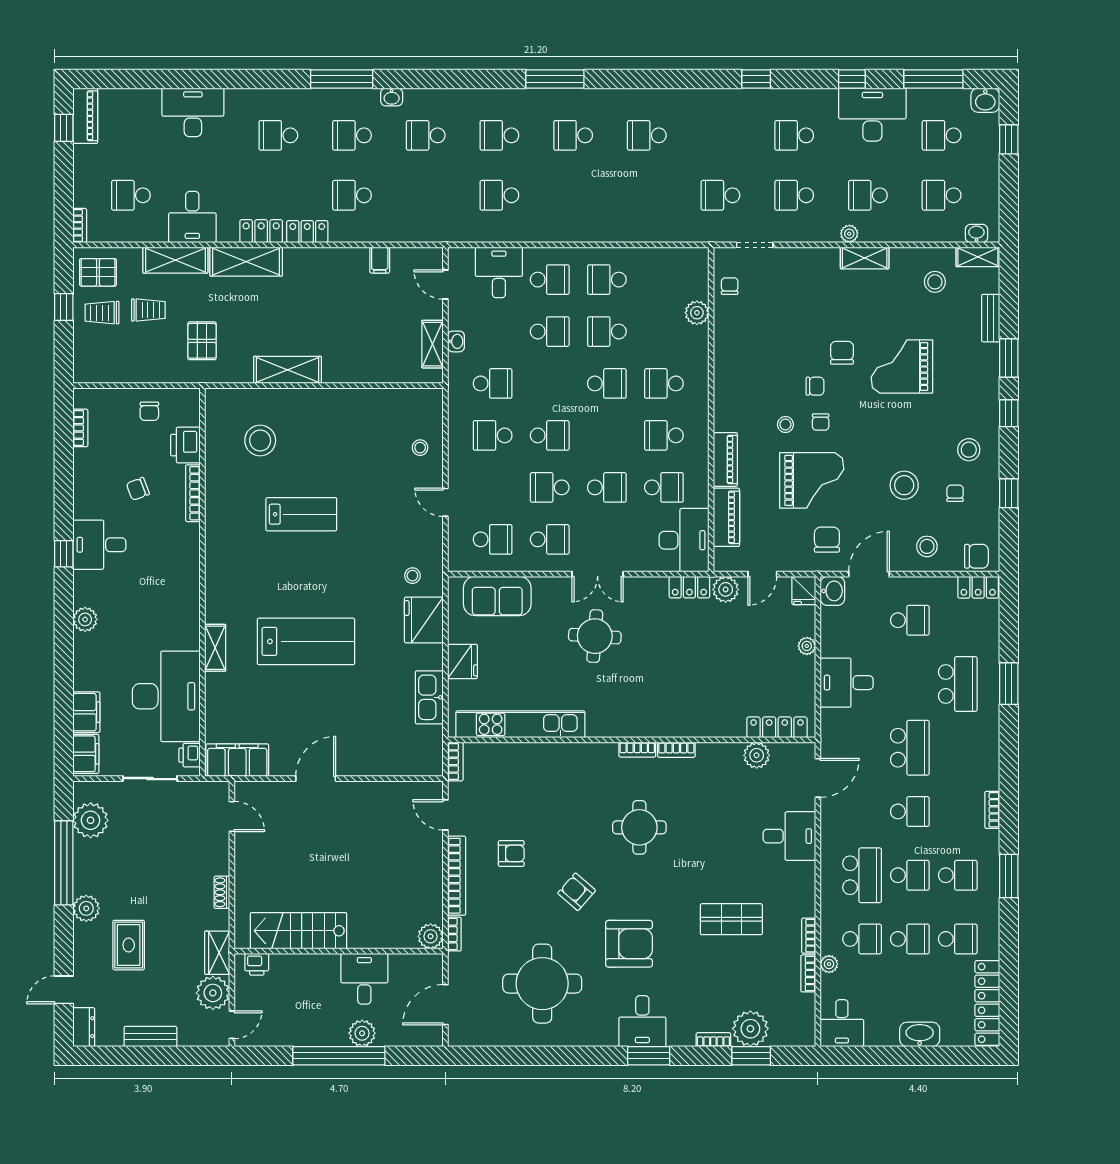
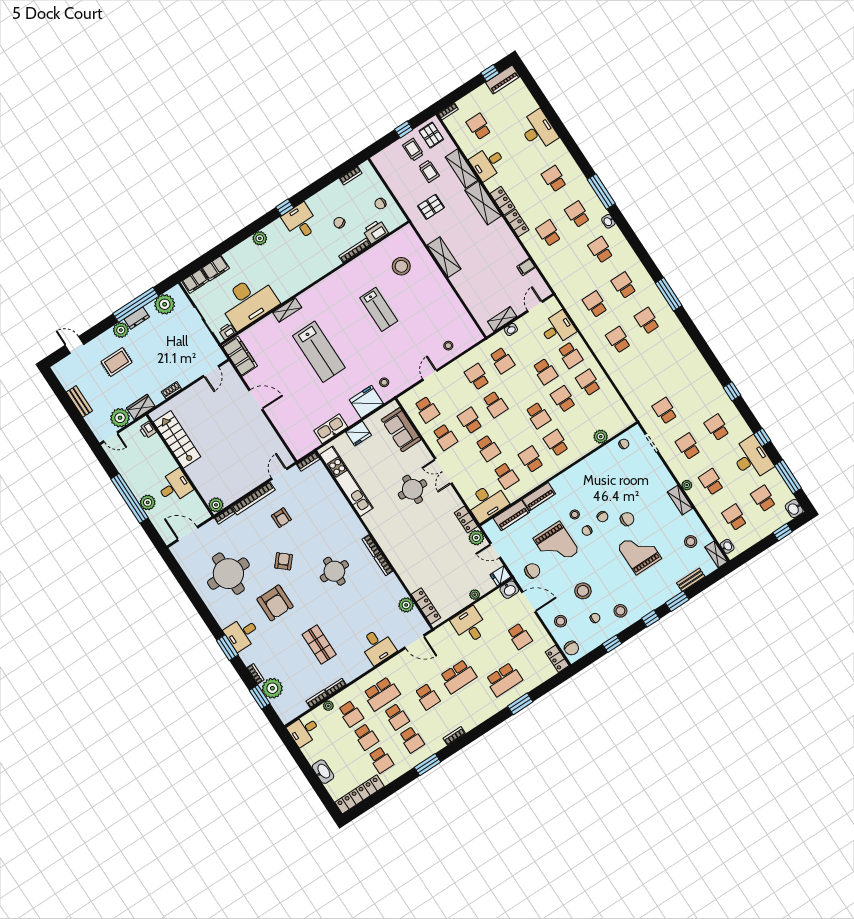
school desk: (647, 135) -> (618, 340), moved
dresser: (84, 1027) -> (137, 318), moved

